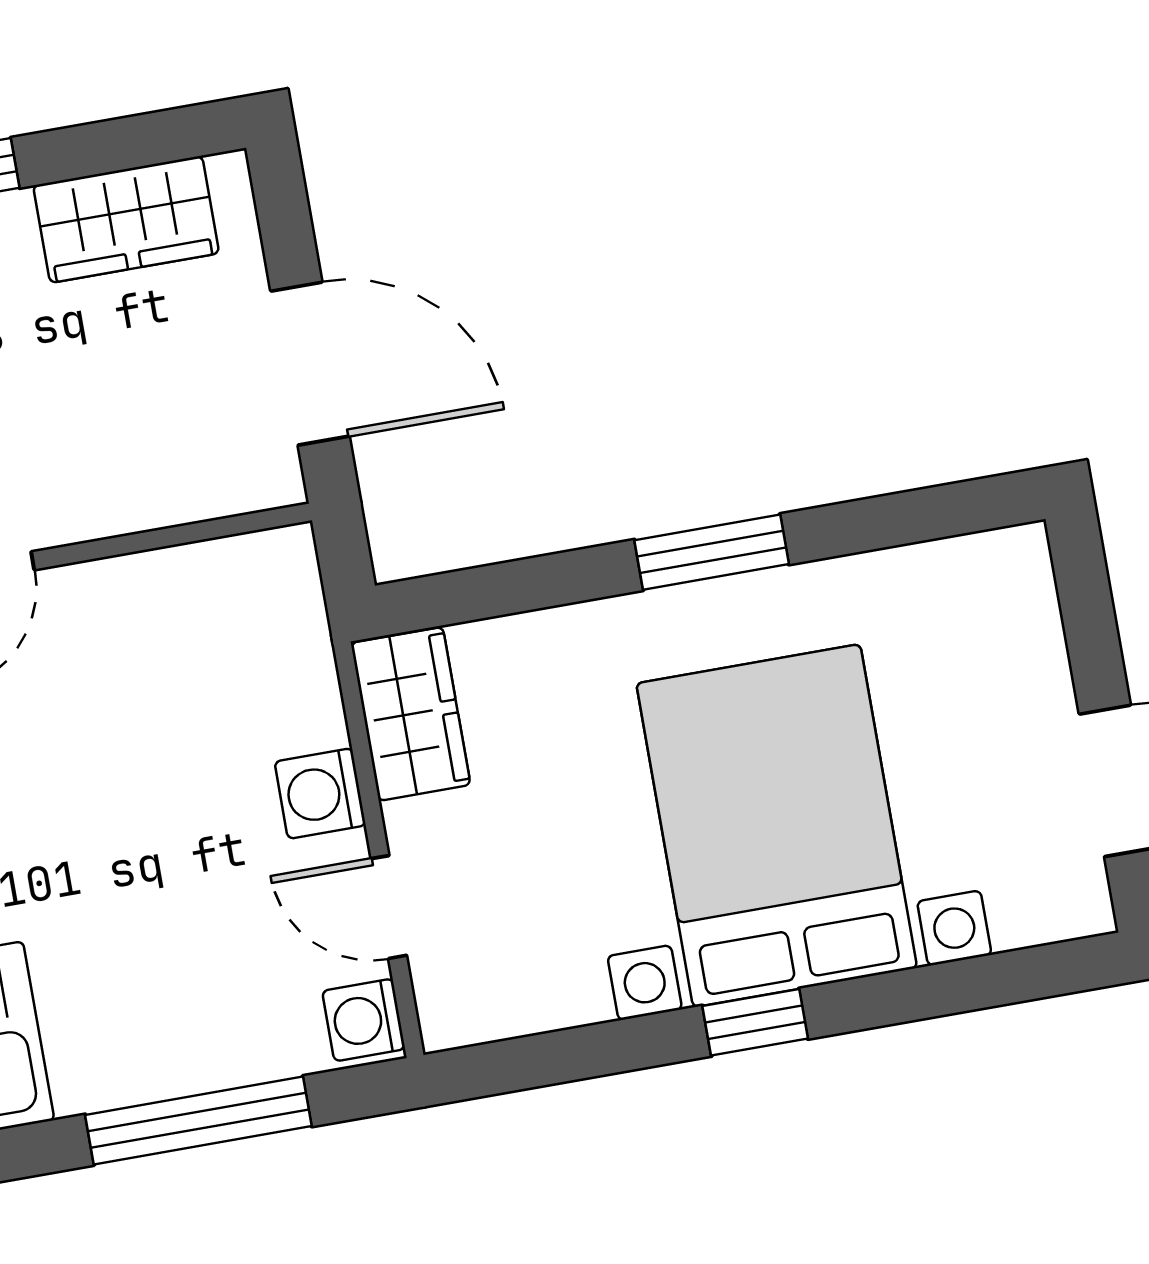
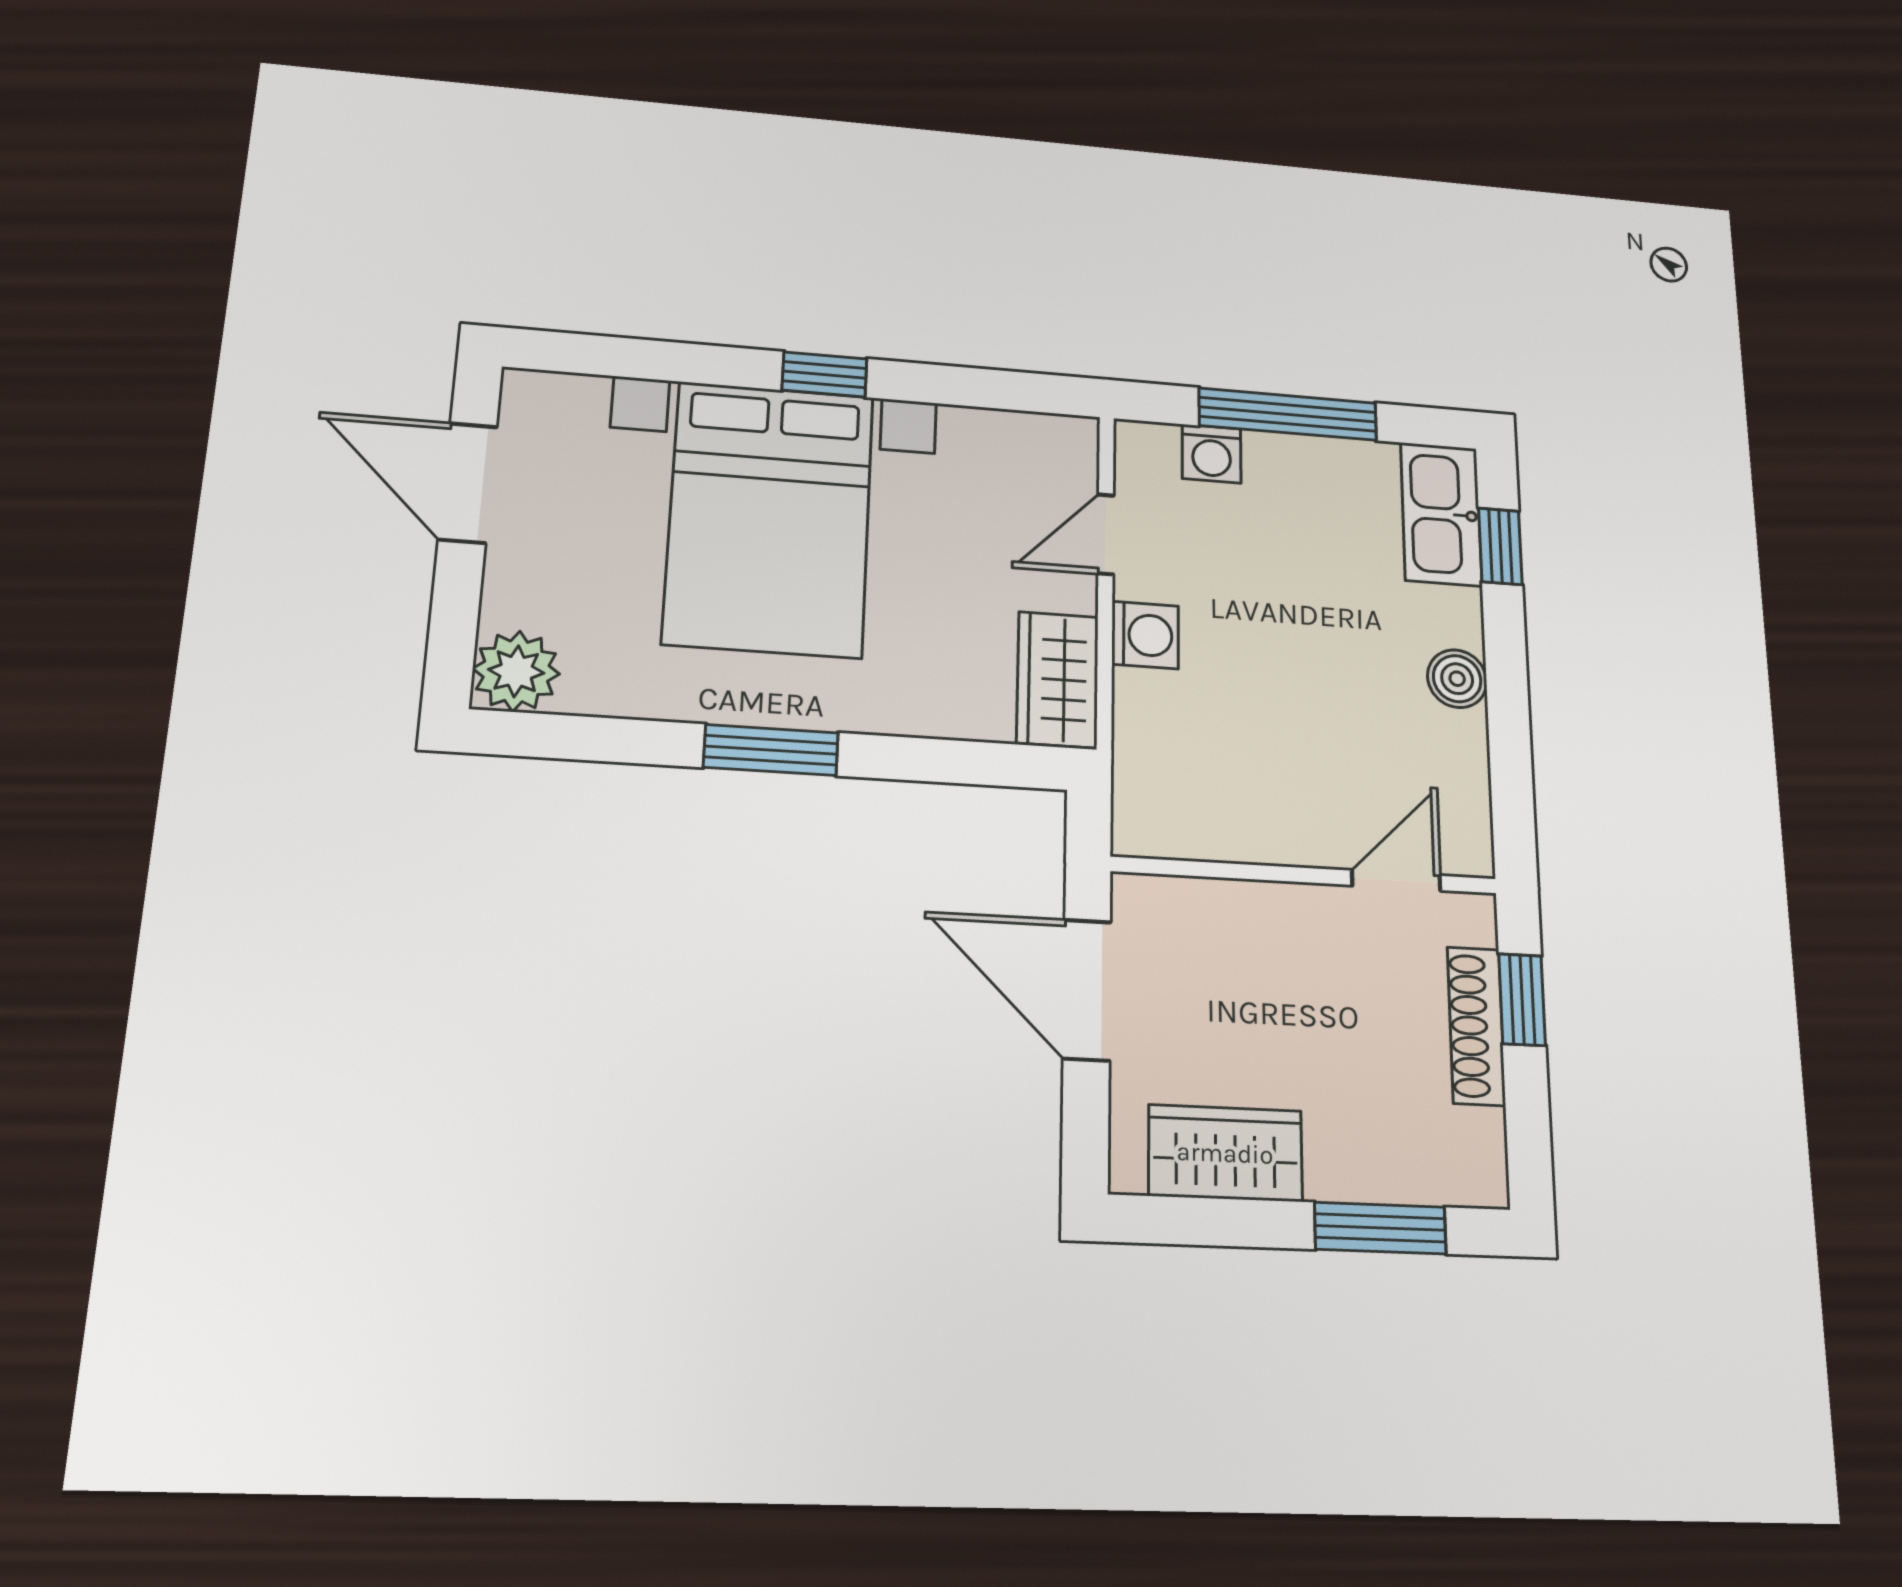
plant: (1007, 574) -> (516, 671), added
door: (389, 907) -> (1106, 534), swing flipped
washing machine: (364, 1020) -> (1212, 454), moved, turned 90

